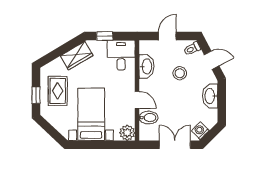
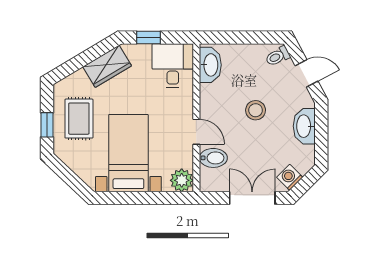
door: (167, 36) -> (241, 37), removed
washbasin: (146, 67) -> (210, 65), moved
stool: (180, 73) -> (256, 110), moved

